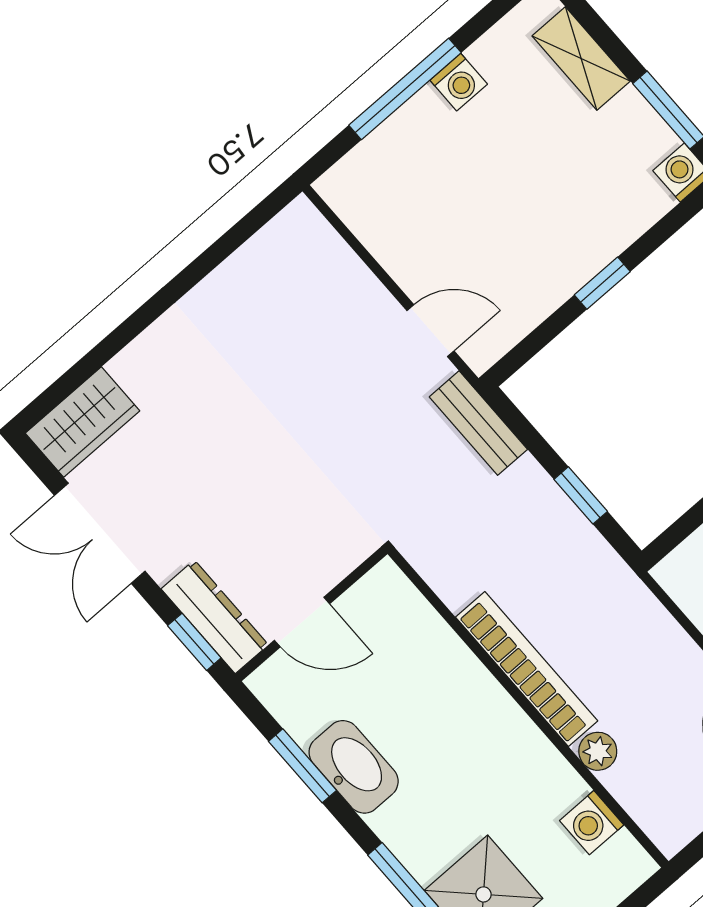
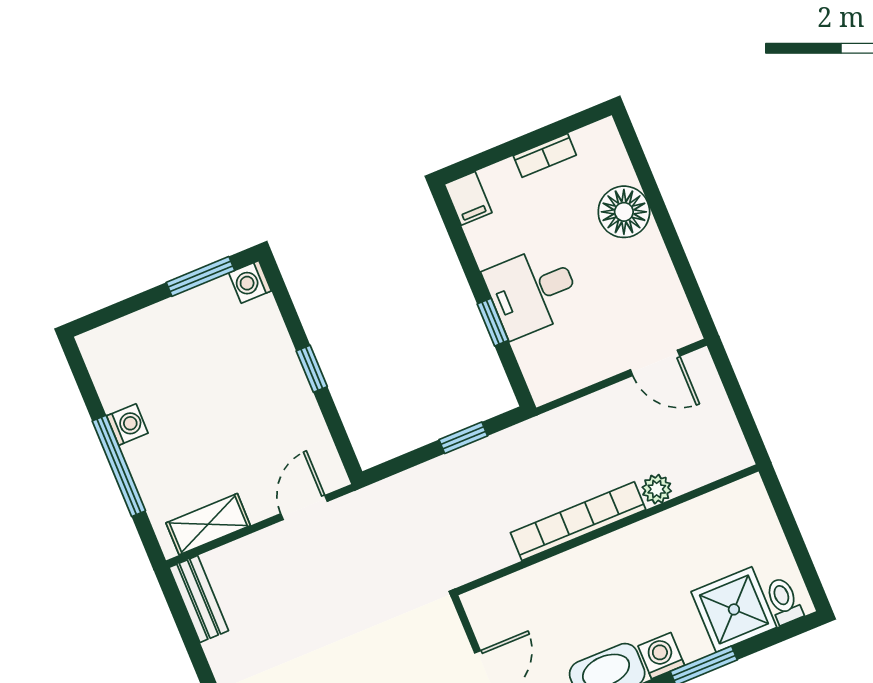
shelving: (581, 58) -> (208, 524), moved
bench: (478, 423) -> (199, 599), moved, turned 90
washing machine: (592, 823) -> (661, 656), moved, turned 180

